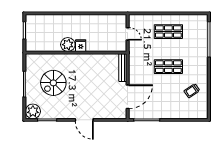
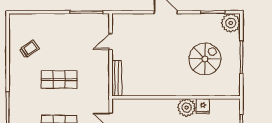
fridge: (81, 46) -> (203, 106), moved
door: (128, 97) -> (111, 41), width x0.53

